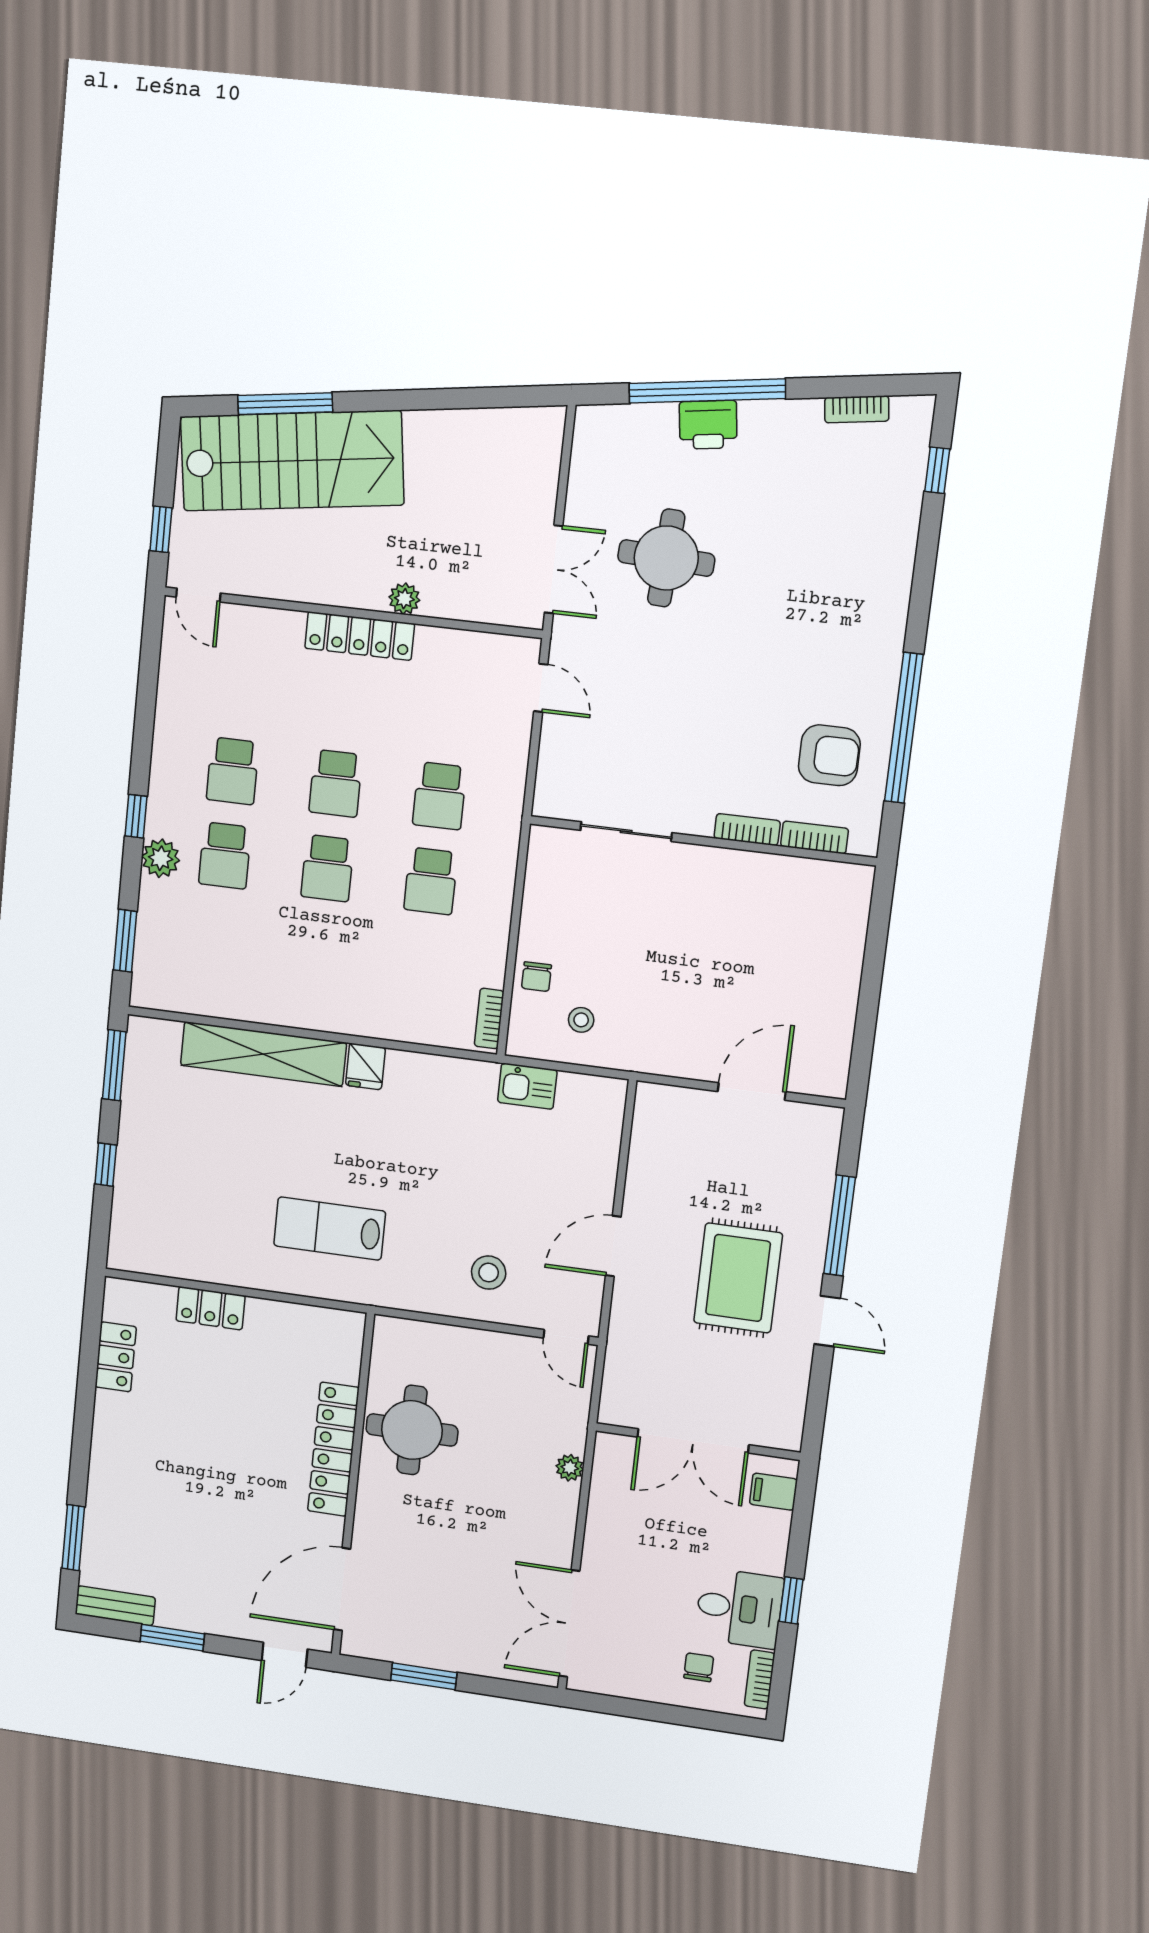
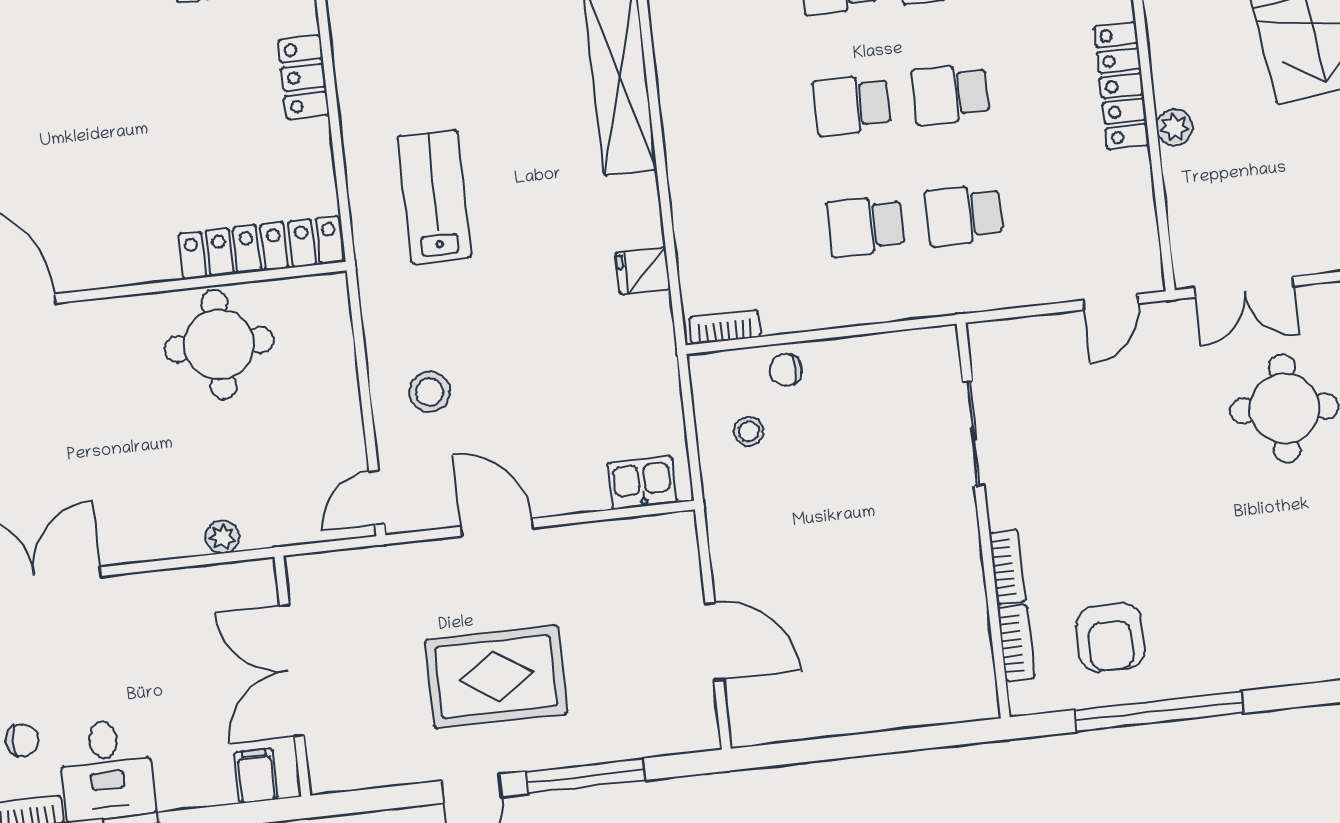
fridge: (365, 1066) -> (643, 271), moved
kitchen sink: (527, 1086) -> (642, 483), moved, turned 90
locker: (333, 1449) -> (261, 248), moved

